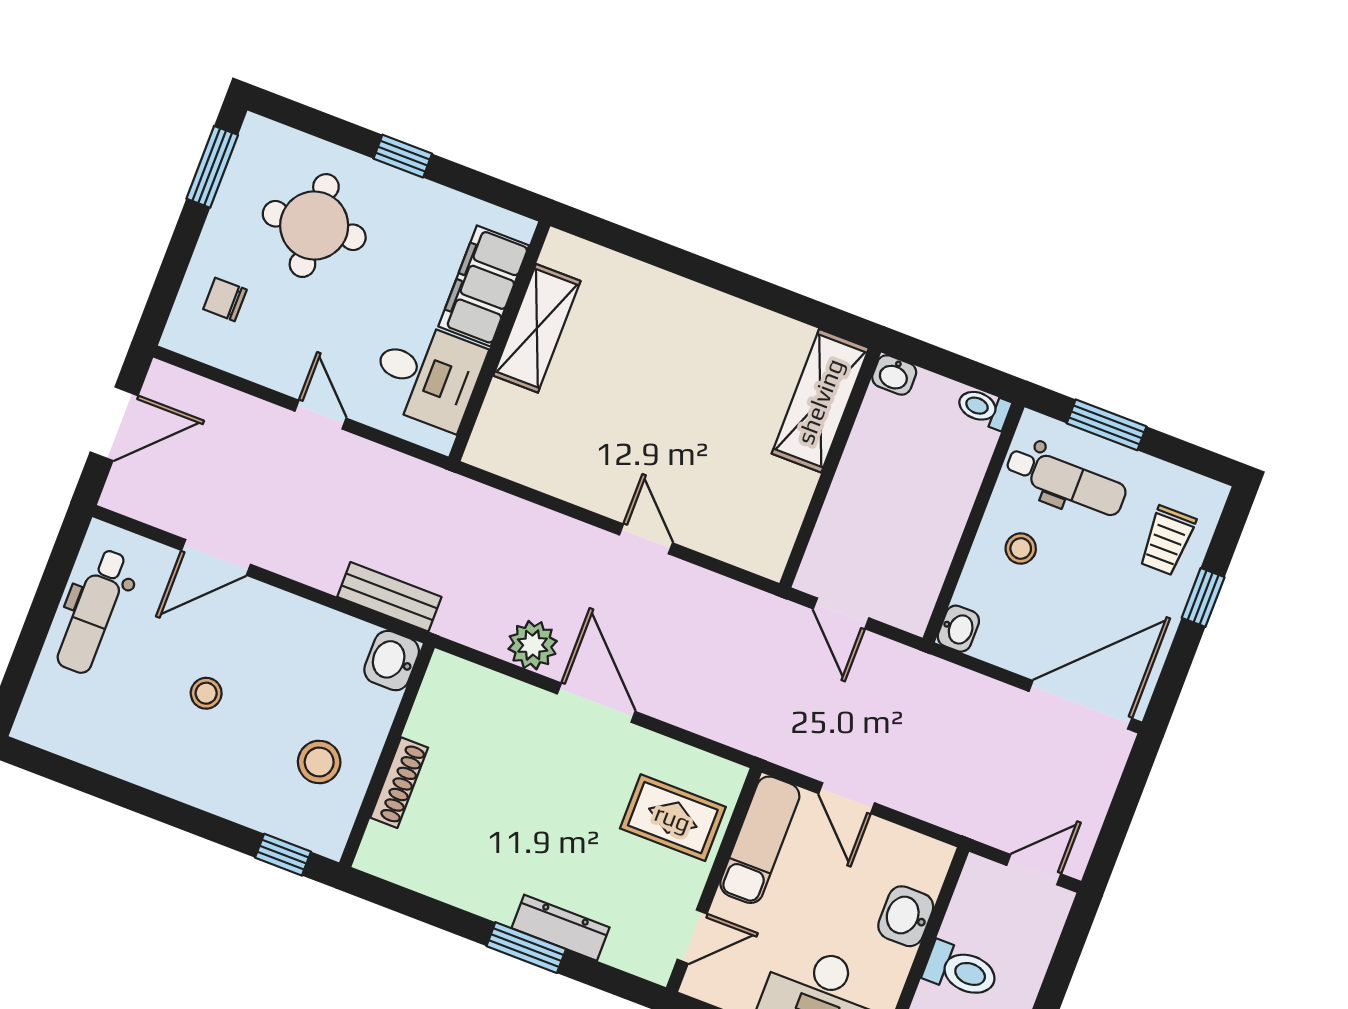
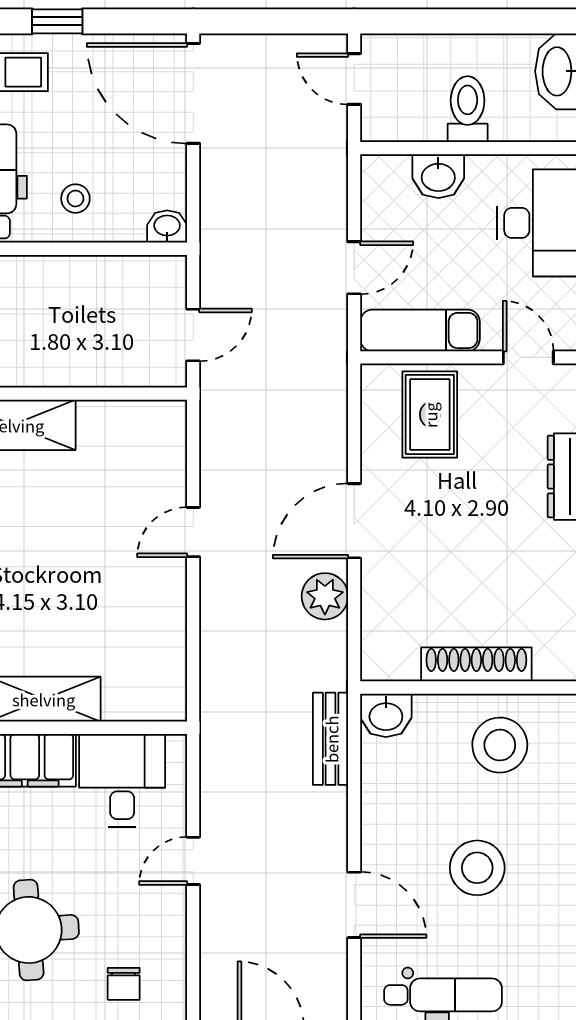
stool: (206, 693) -> (477, 868), width x1.89, depth x1.89
stool: (319, 762) -> (500, 745), width x1.38, depth x1.38
shoe rack: (399, 783) -> (476, 664), width x1.36, depth x1.24

